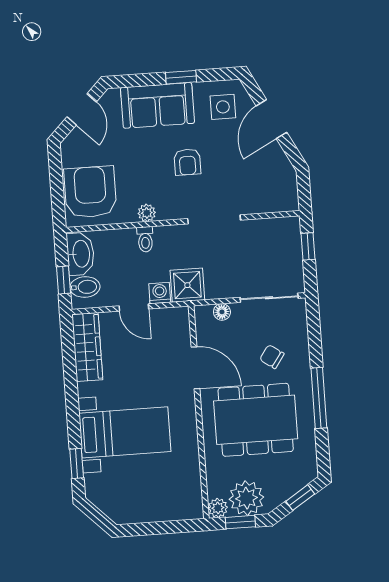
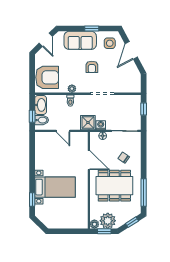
armchair: (90, 192) -> (47, 77), turned 90
washing machine: (160, 293) -> (101, 125), moved
wardrobe: (87, 347) -> (41, 147), removed
window: (319, 398) -> (144, 193), moved

